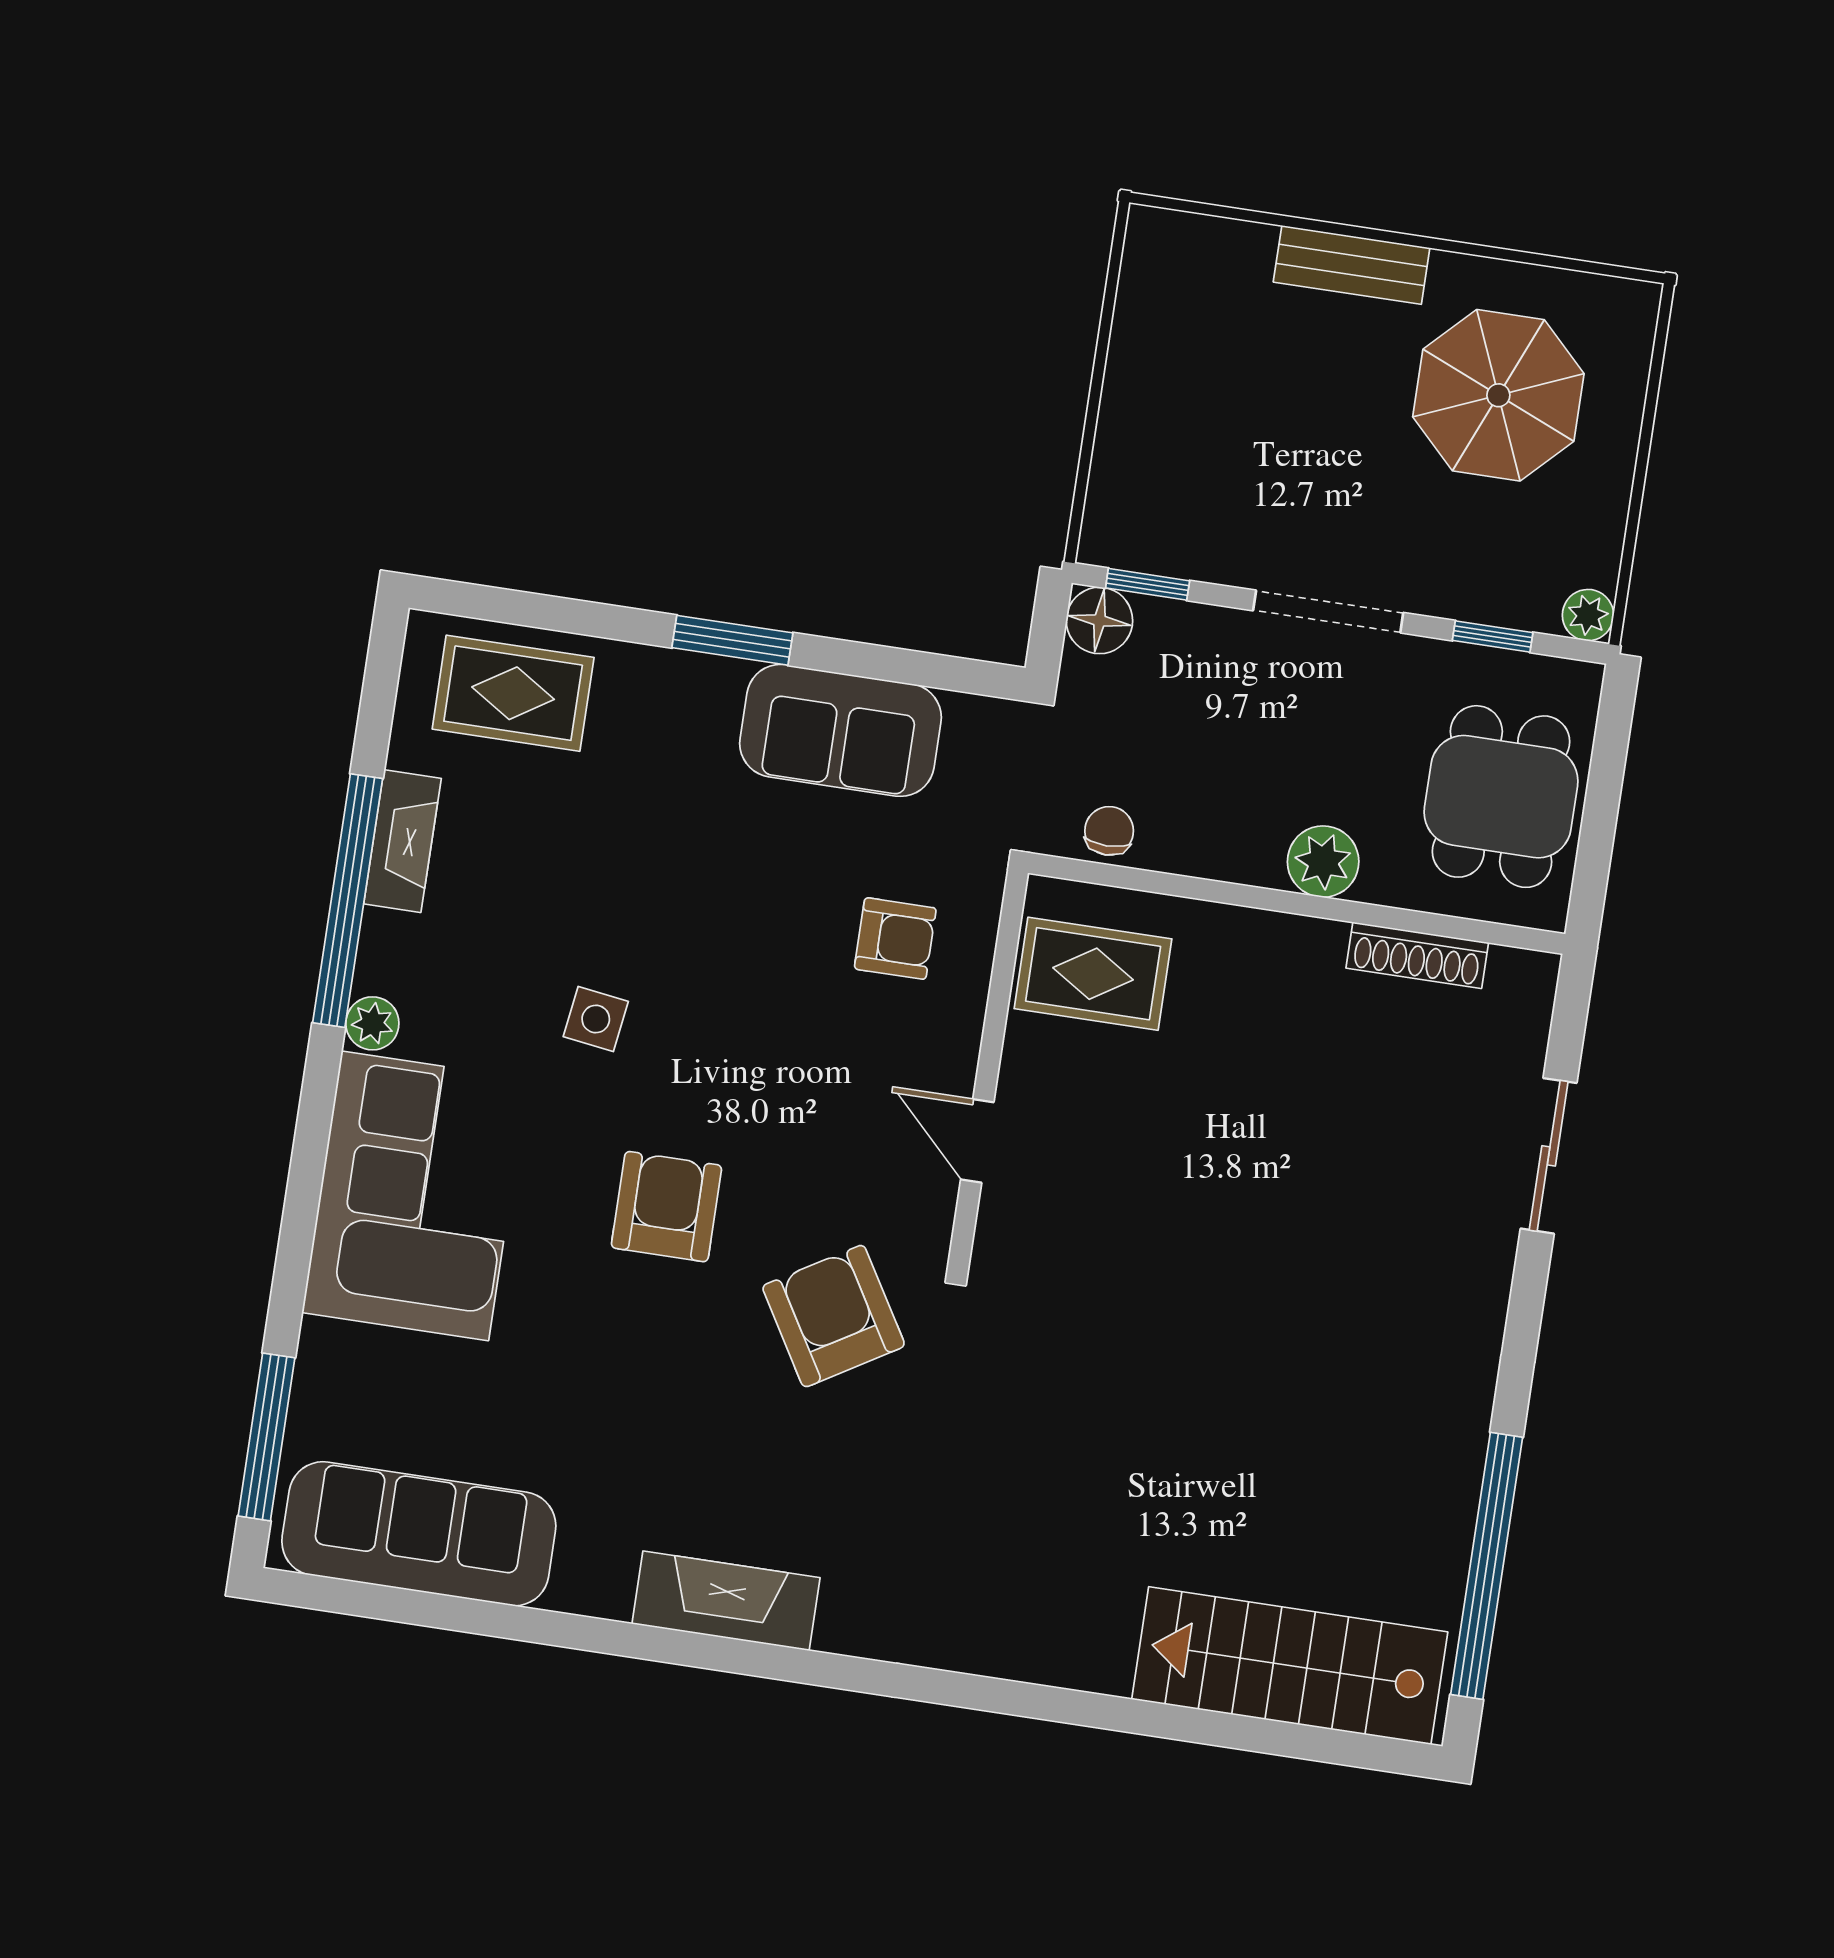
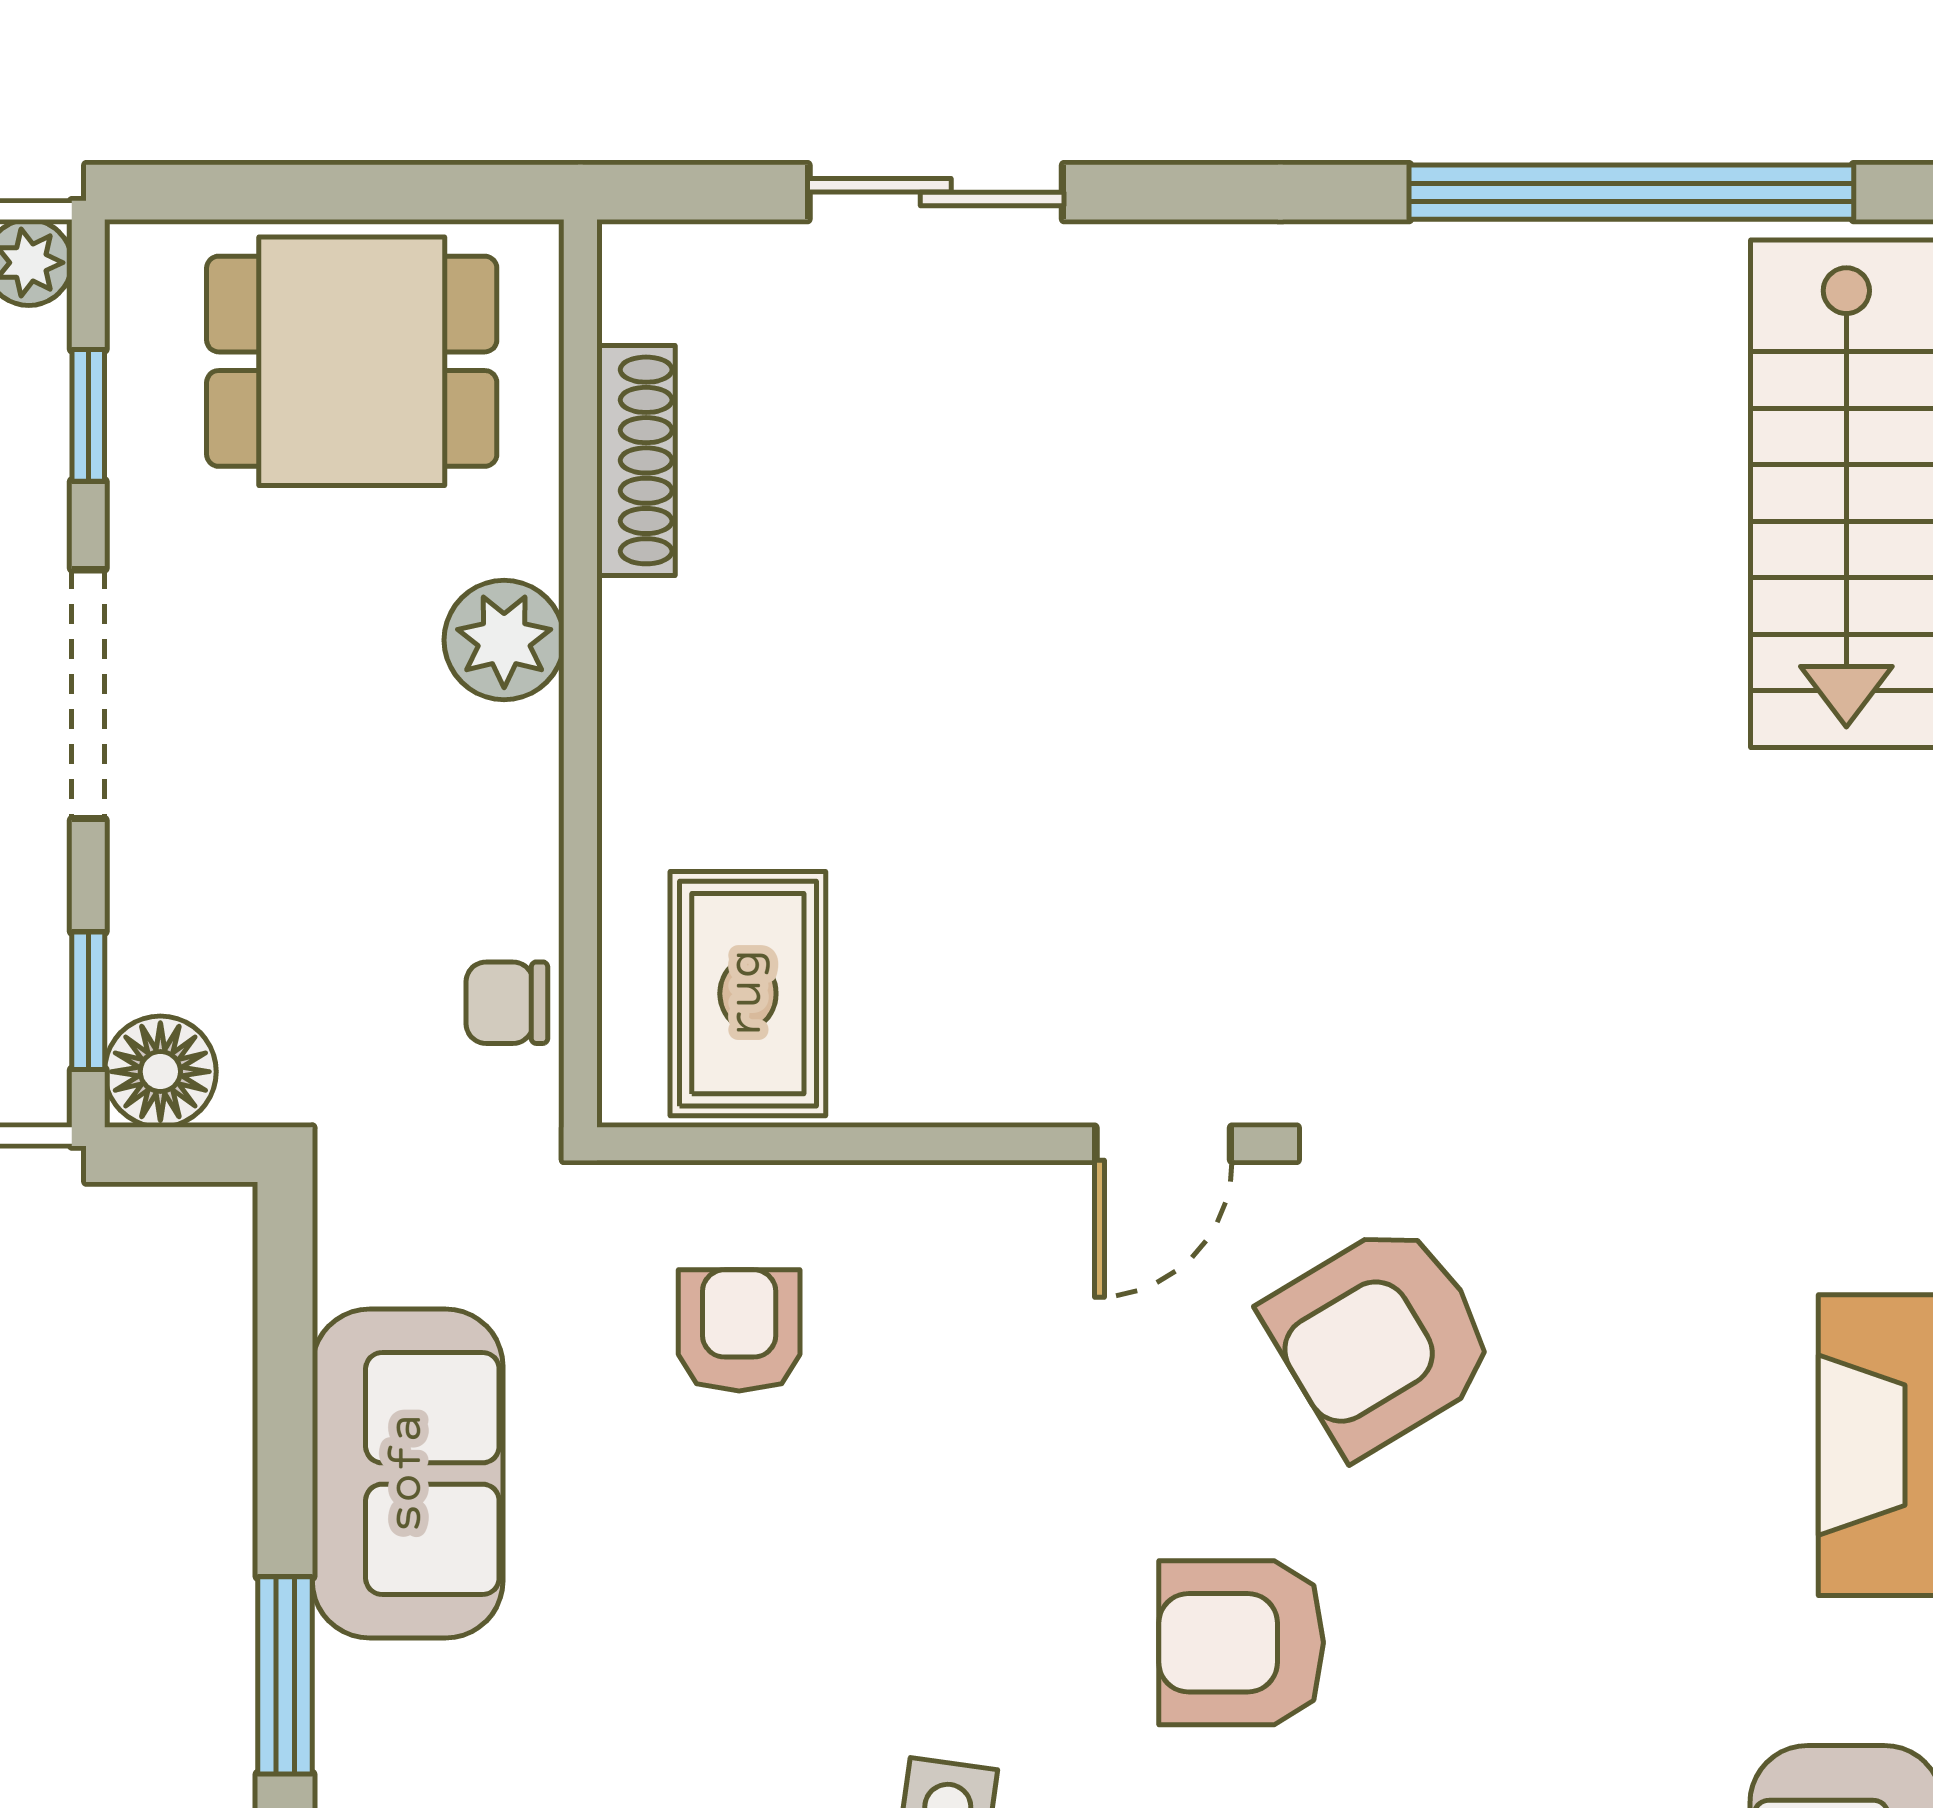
door: (977, 1141) -> (1163, 1144), moved

